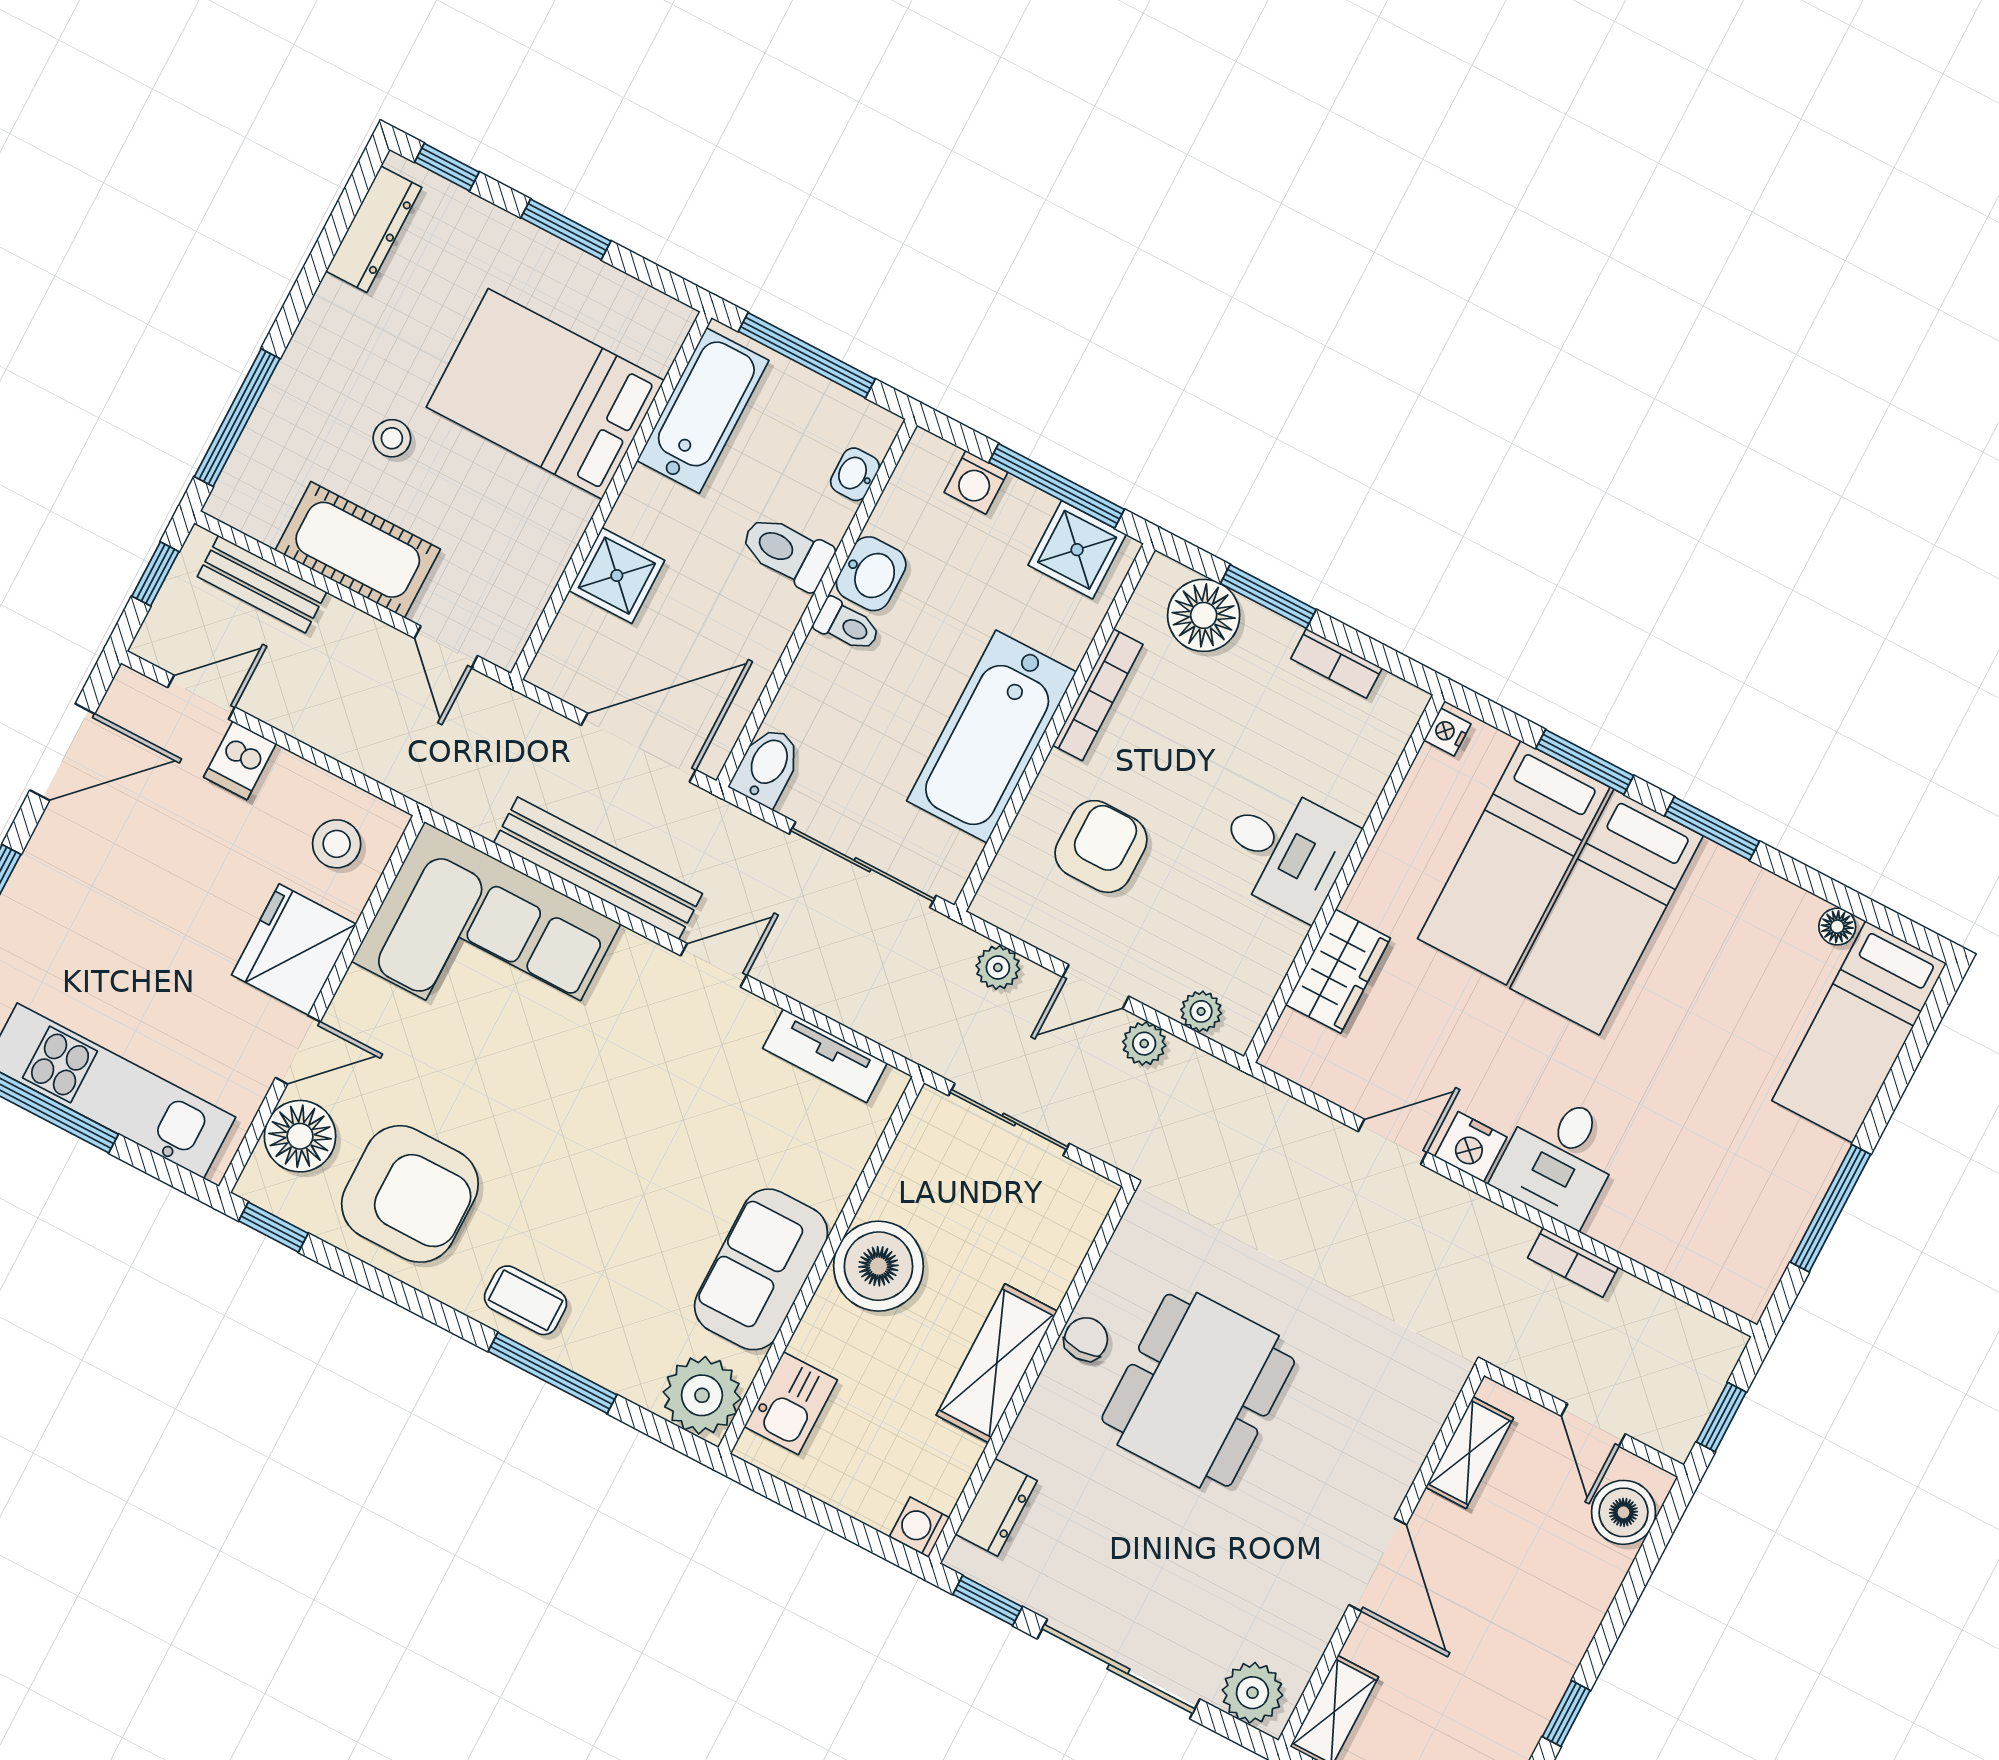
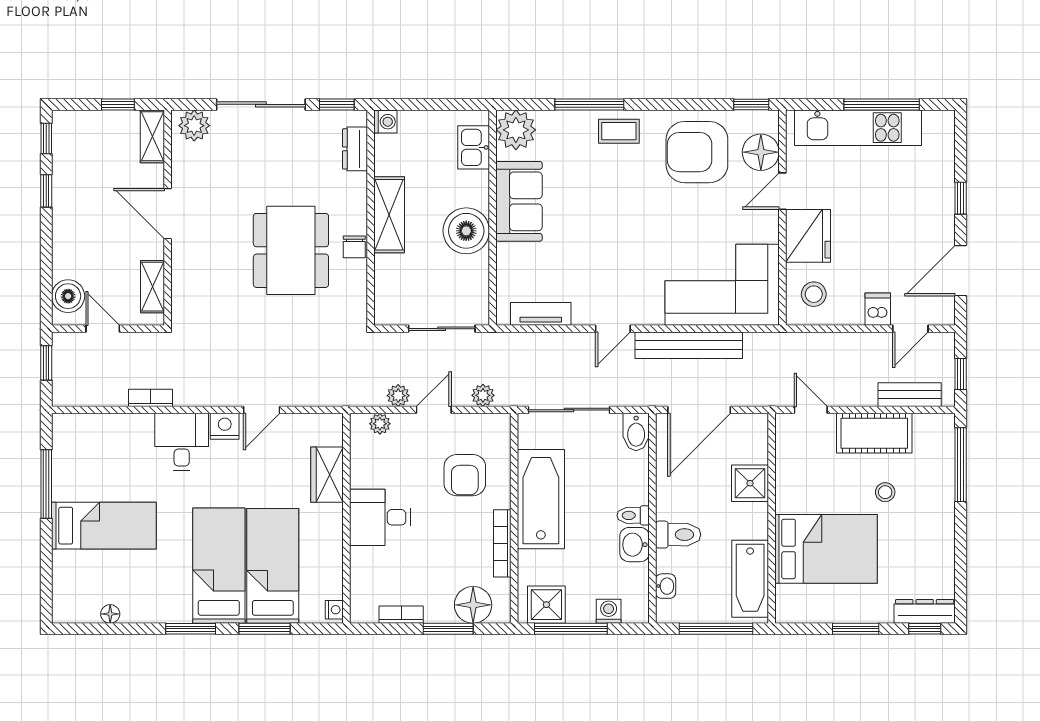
dresser: (374, 229) -> (925, 611), moved, turned 90
bed: (1859, 1032) -> (104, 526), moved, turned 90

